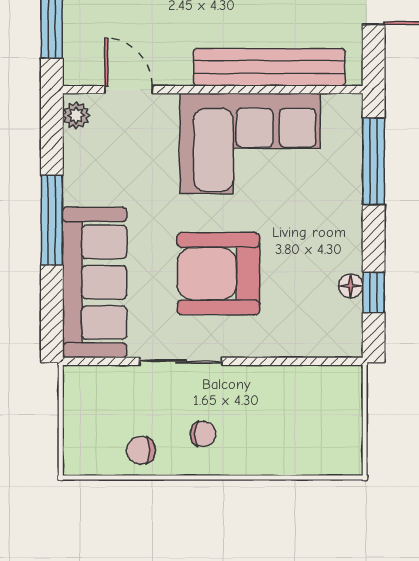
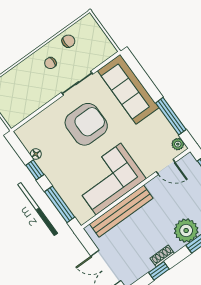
window: (52, 220) -> (171, 116), moved
window: (374, 292) -> (35, 170), moved

